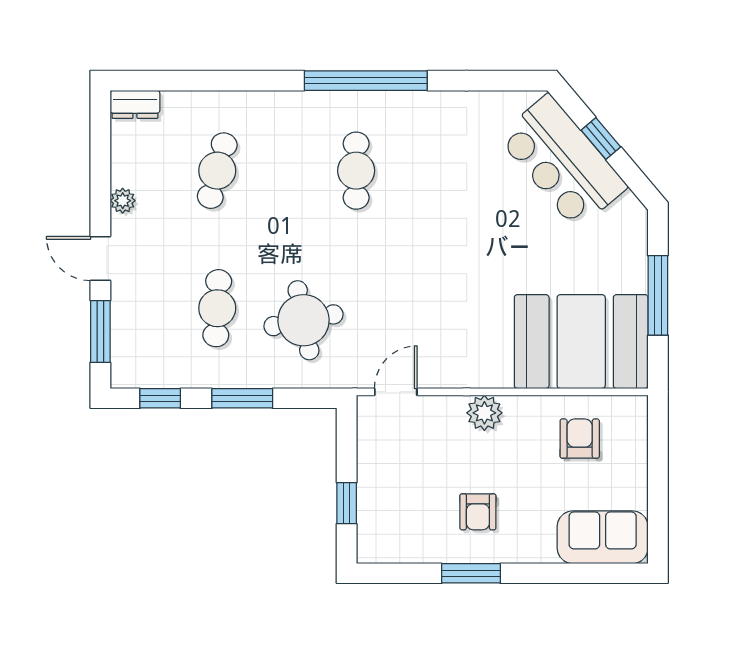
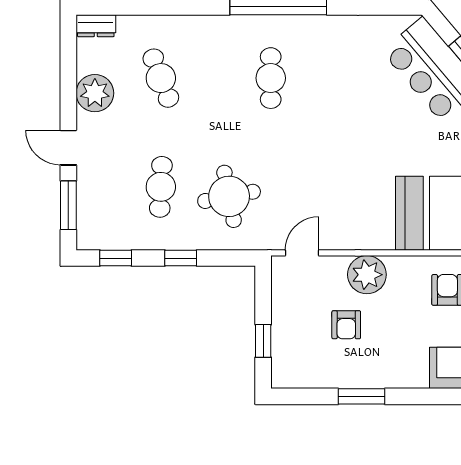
cafe table: (217, 171) -> (161, 78), turned -36
plant: (123, 201) -> (95, 93), width x1.87, depth x1.87
window: (242, 398) -> (181, 258), width x0.67
plant: (484, 413) -> (367, 275), width x1.36, depth x1.36
armchair: (478, 512) -> (346, 325), moved

